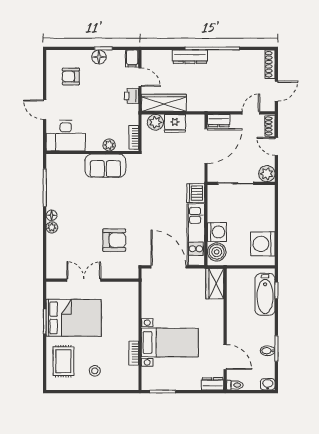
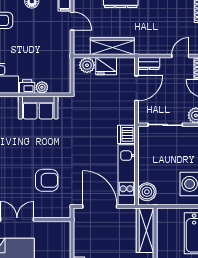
printer: (132, 96) -> (27, 86), moved, turned 90
wardrobe: (164, 103) -> (112, 46), moved
bookcase: (134, 137) -> (66, 80), removed
door: (206, 146) -> (136, 88), width x0.73
washing machine: (217, 232) -> (147, 172), removed
wardrobe: (215, 284) -> (145, 230), width x1.50

